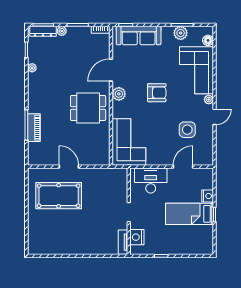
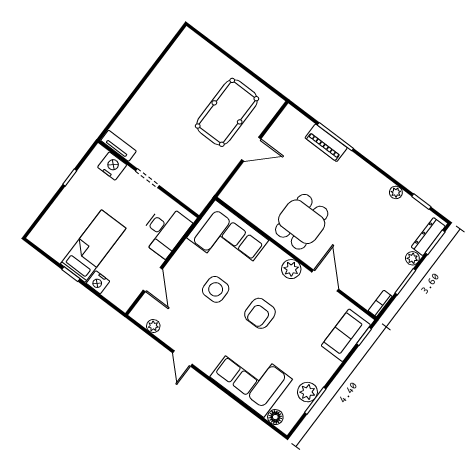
sofa: (139, 36) -> (346, 335), width x0.73
plant: (209, 100) -> (153, 326), moved
side table: (187, 130) -> (216, 289), moved

